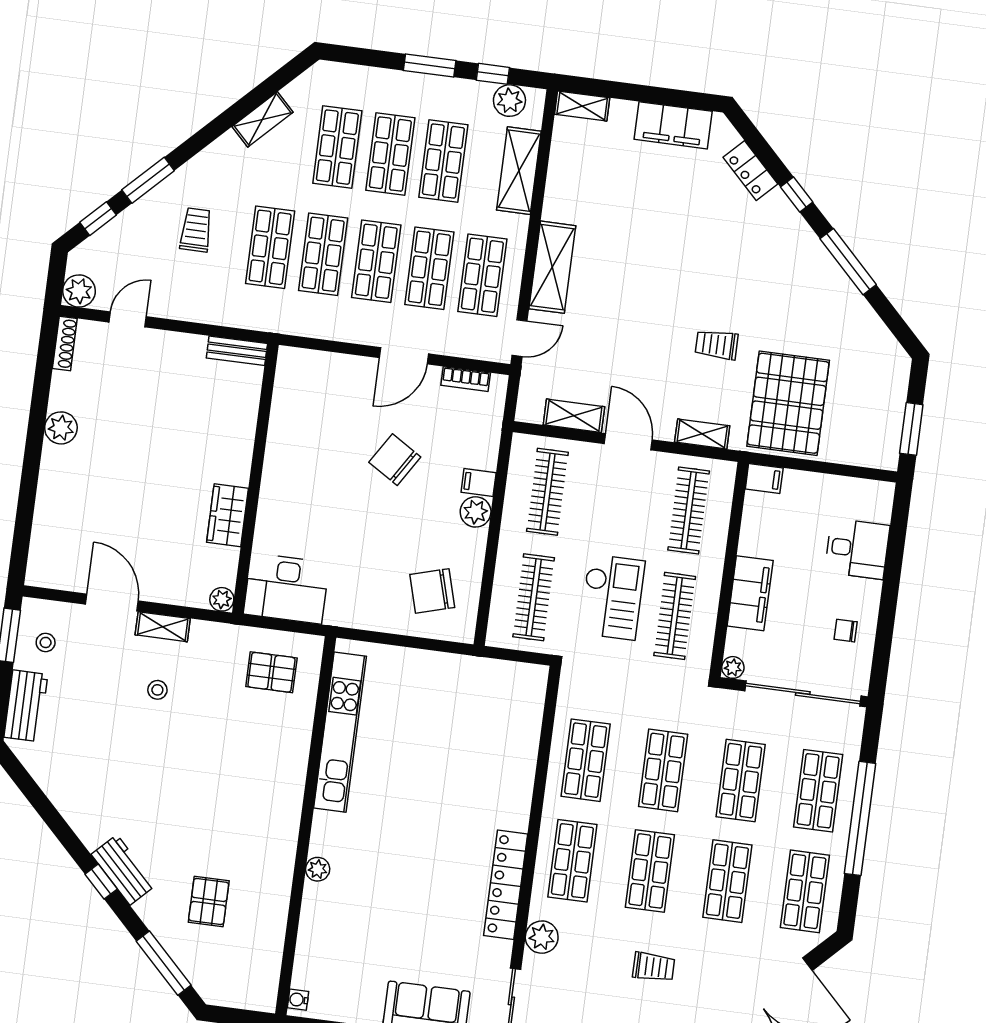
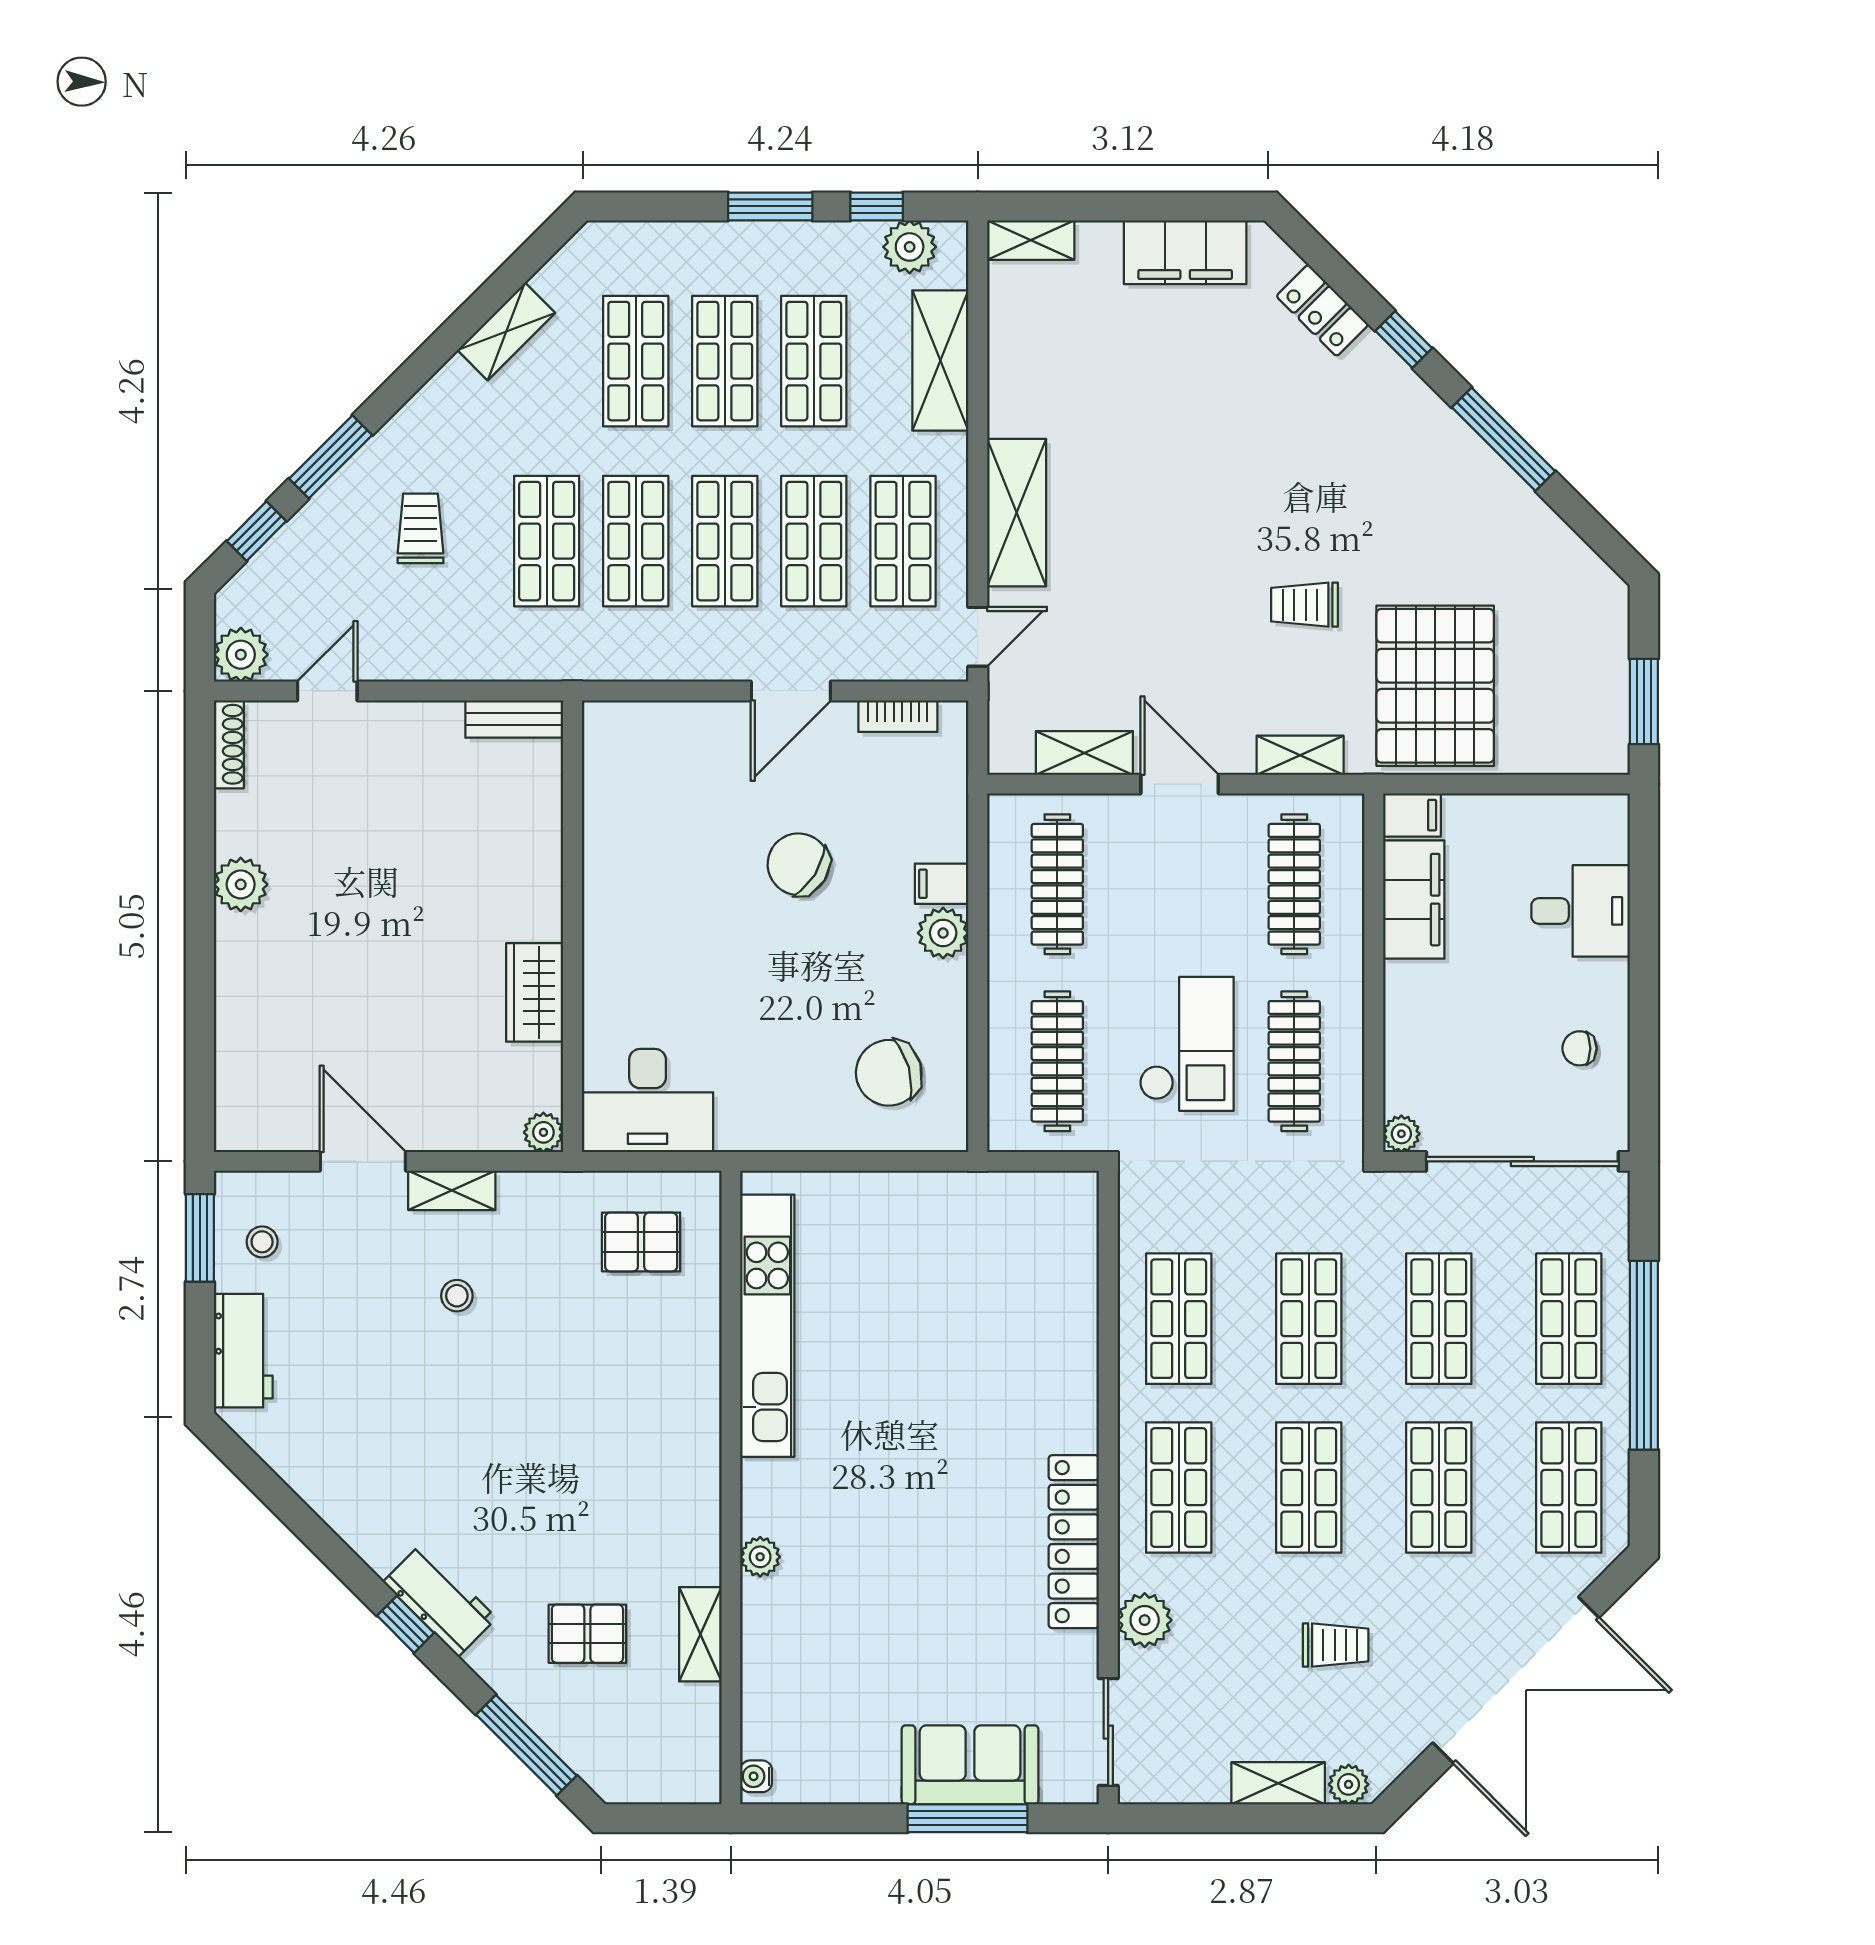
filing cabinet: (750, 593) -> (1414, 900), moved
pallet: (209, 901) -> (587, 1634), turned 90
shelving: (276, 911) -> (700, 1634), added

